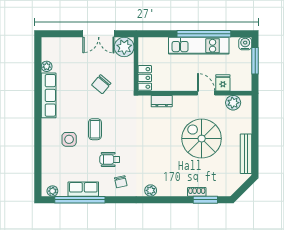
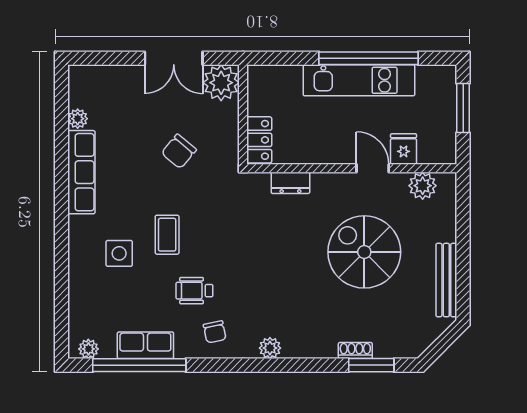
water cooler: (245, 44) -> (445, 76), removed

